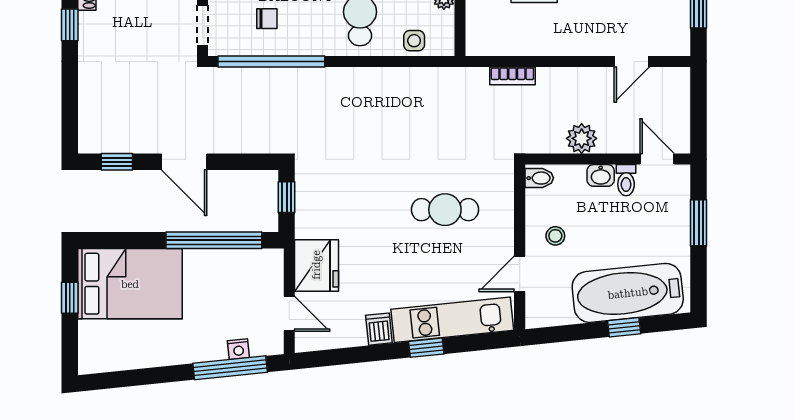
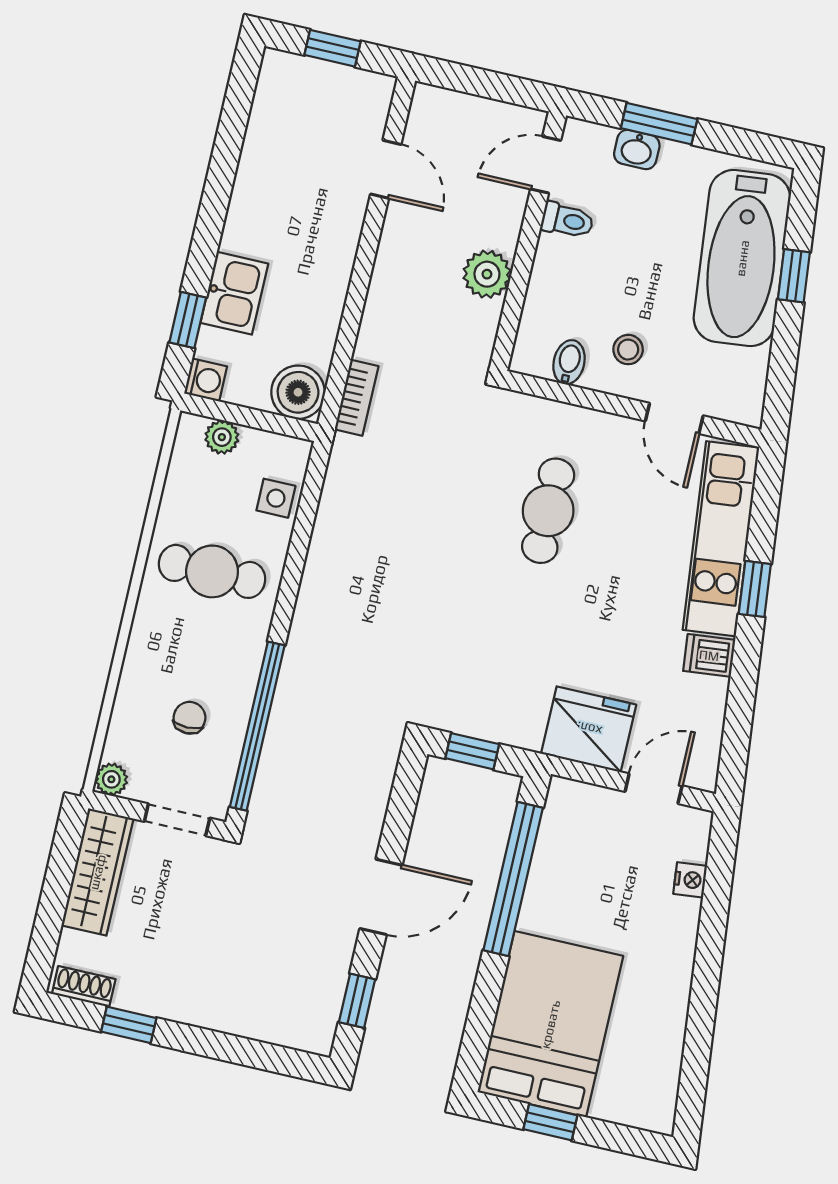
boiler: (482, 39) -> (298, 392), added
bookcase: (512, 76) -> (357, 398), moved
washbasin: (601, 175) -> (637, 150), moved, turned 90
bidet: (539, 178) -> (569, 362), moved
window: (230, 368) -> (716, 899), removed

